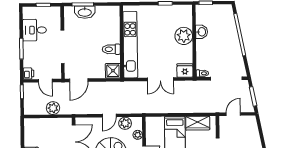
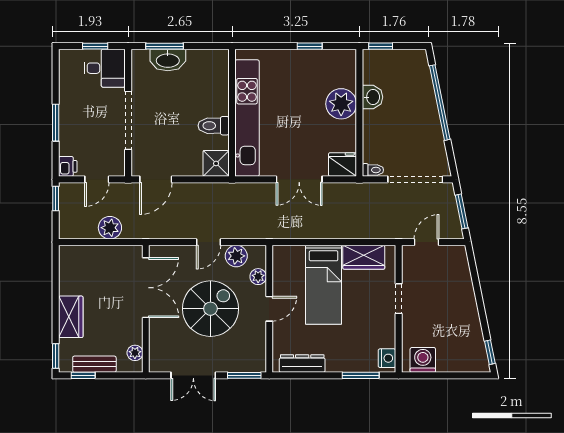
desk: (35, 30) -> (105, 68), moved, turned 180
door: (45, 81) -> (97, 179), hinge flipped

